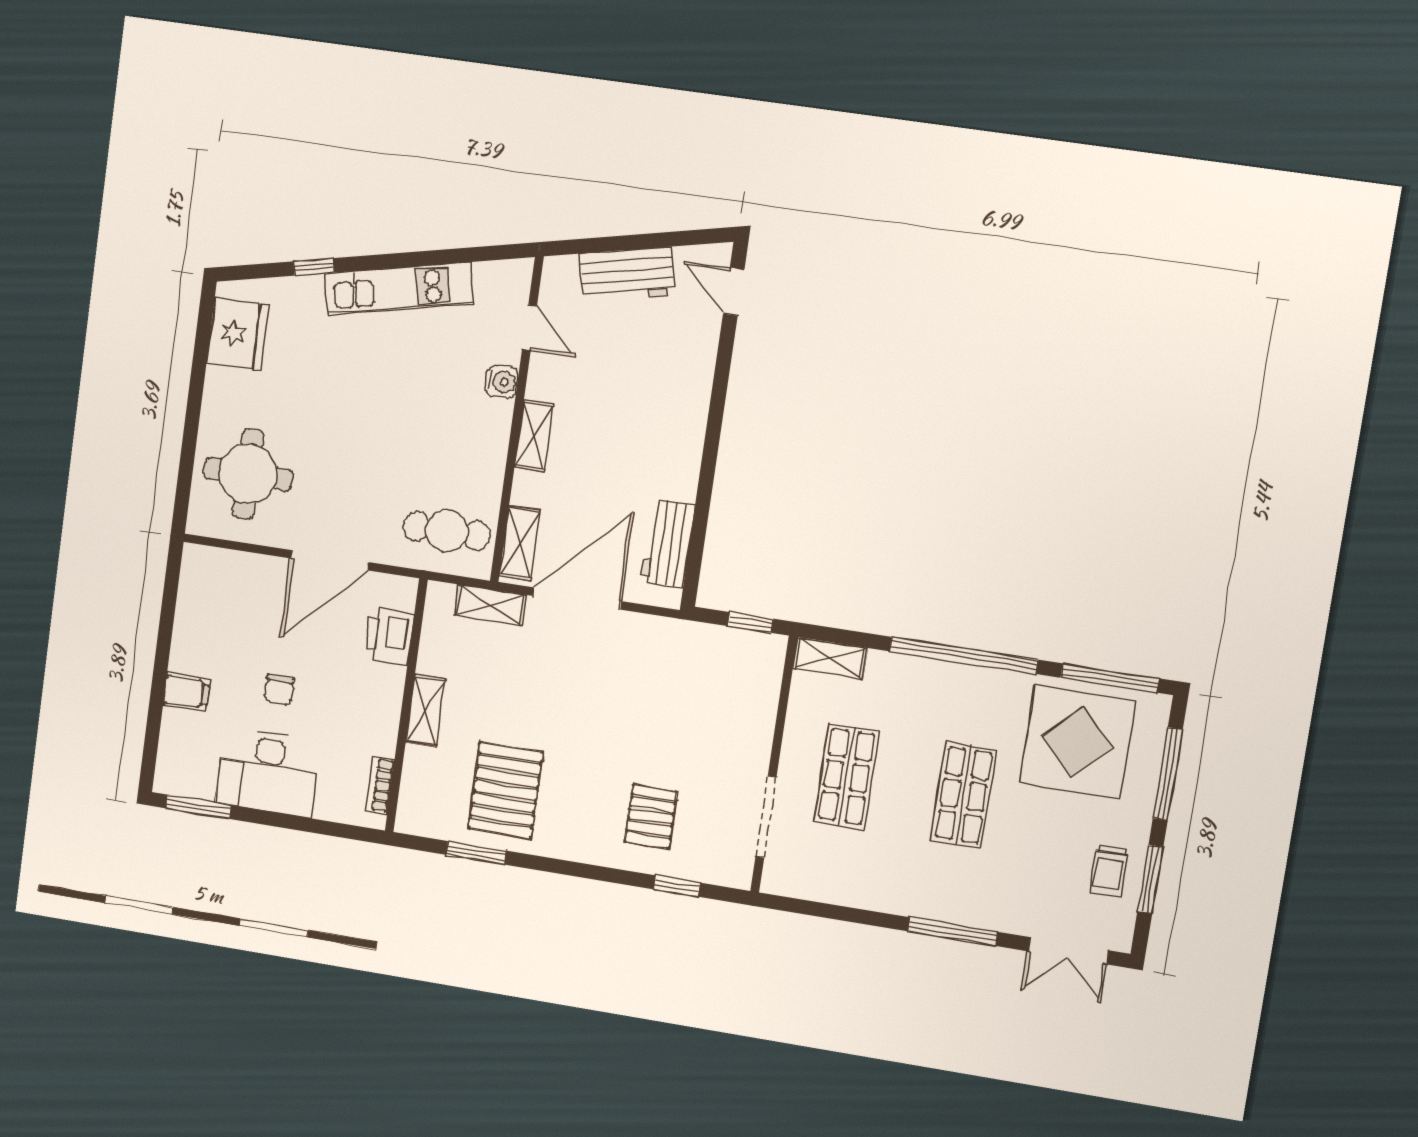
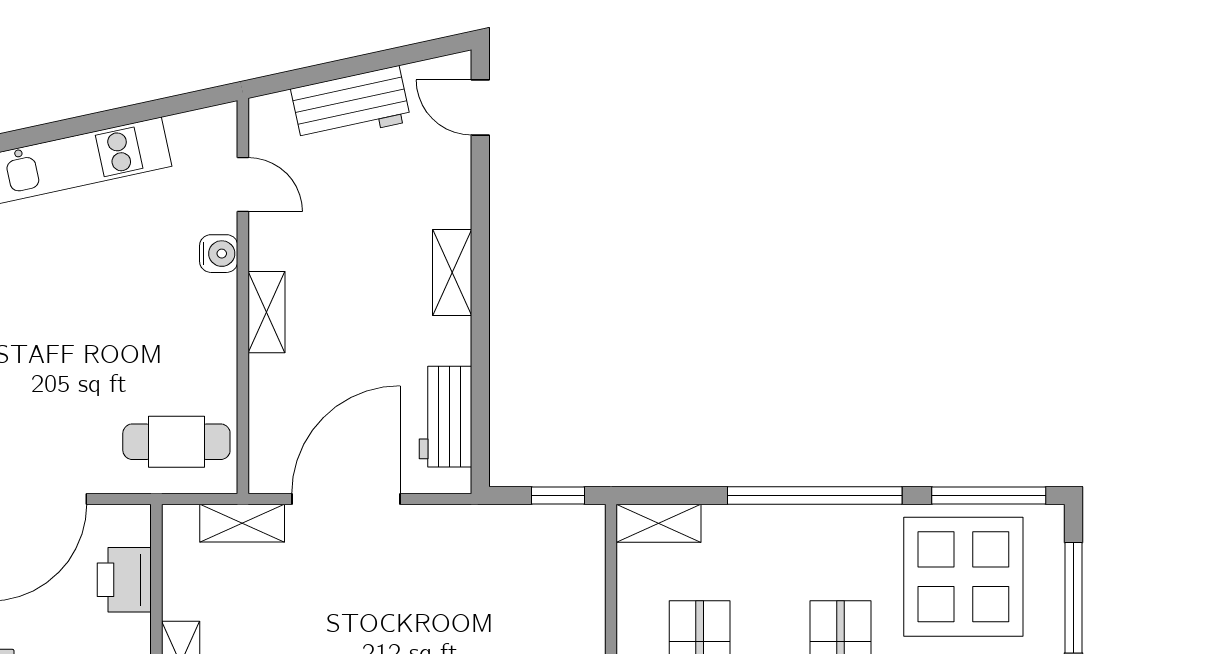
shelving: (520, 543) -> (452, 273), moved

